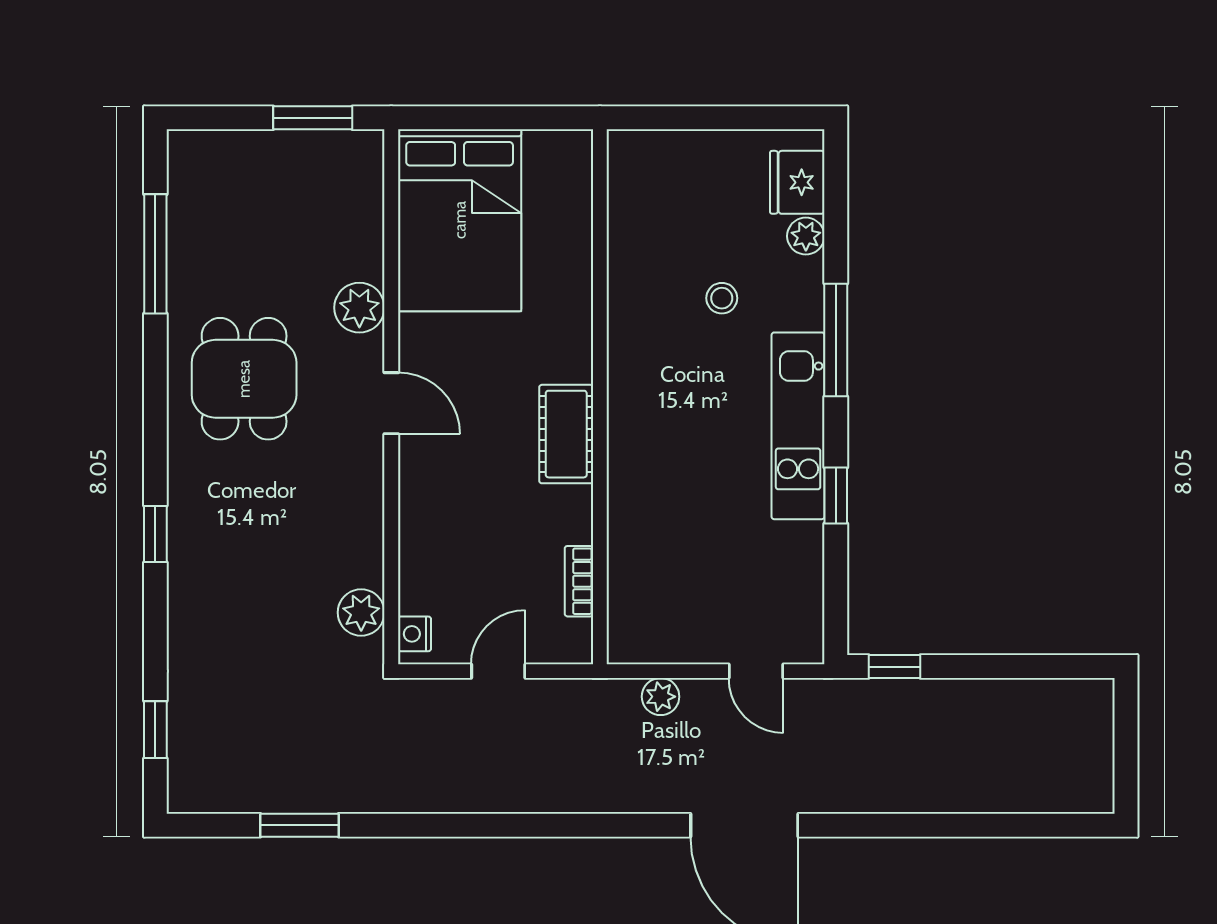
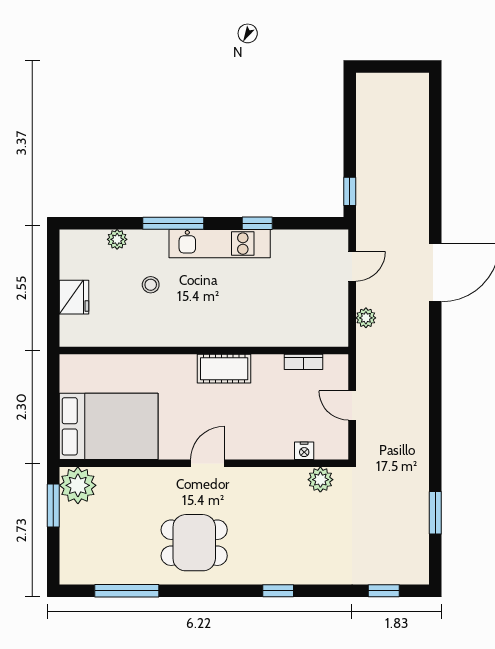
fridge: (797, 182) -> (74, 297), moved, turned -90
plant: (359, 308) -> (78, 485), moved, width x1.36, depth x1.36
nightstand: (414, 634) -> (304, 451), moved

